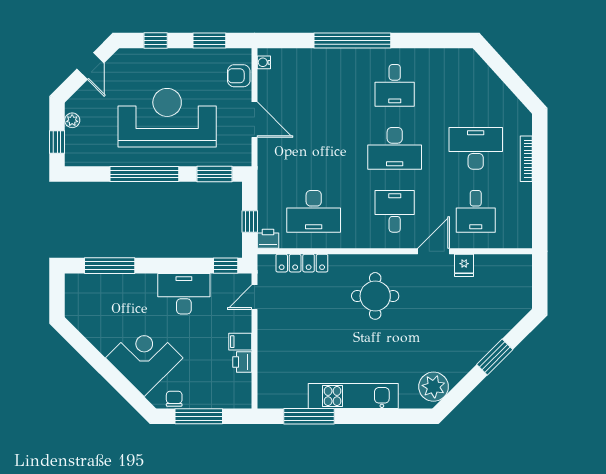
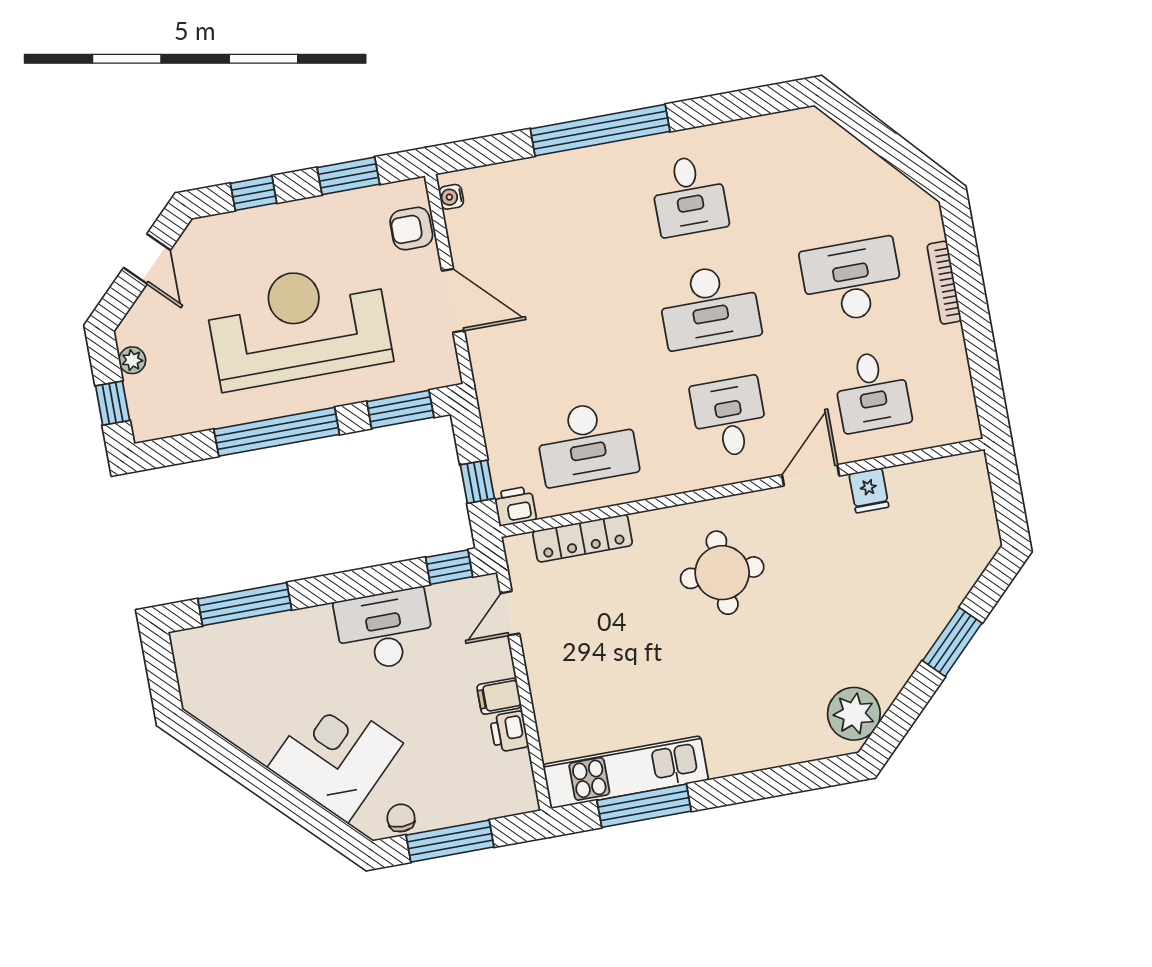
kitchen unit: (353, 396) -> (626, 772), moved

